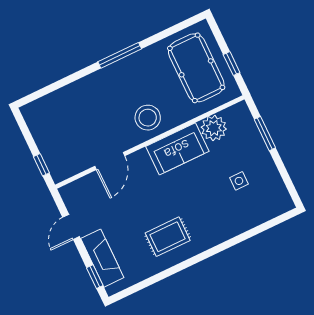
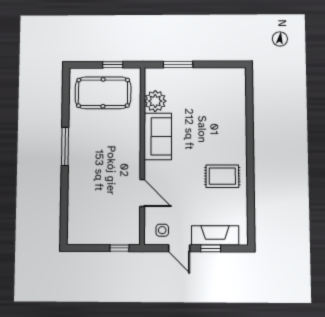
stool: (148, 118) -> (123, 148), removed
side table: (239, 181) -> (162, 230), moved
rug: (168, 237) -> (222, 176), turned 90
window: (95, 277) -> (211, 248), moved

